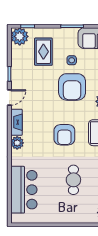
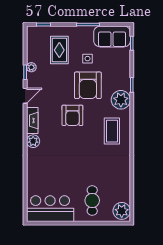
plant: (20, 36) -> (31, 67), moved, width x0.53, depth x0.53
armchair: (64, 135) -> (72, 115), moved
cafe table: (73, 180) -> (92, 201), moved
bar counter: (24, 190) -> (50, 209), moved, turned -90

